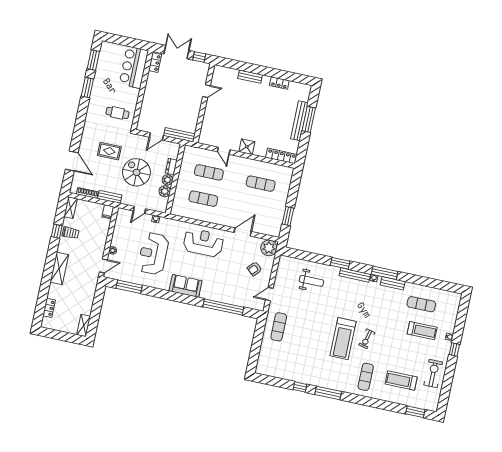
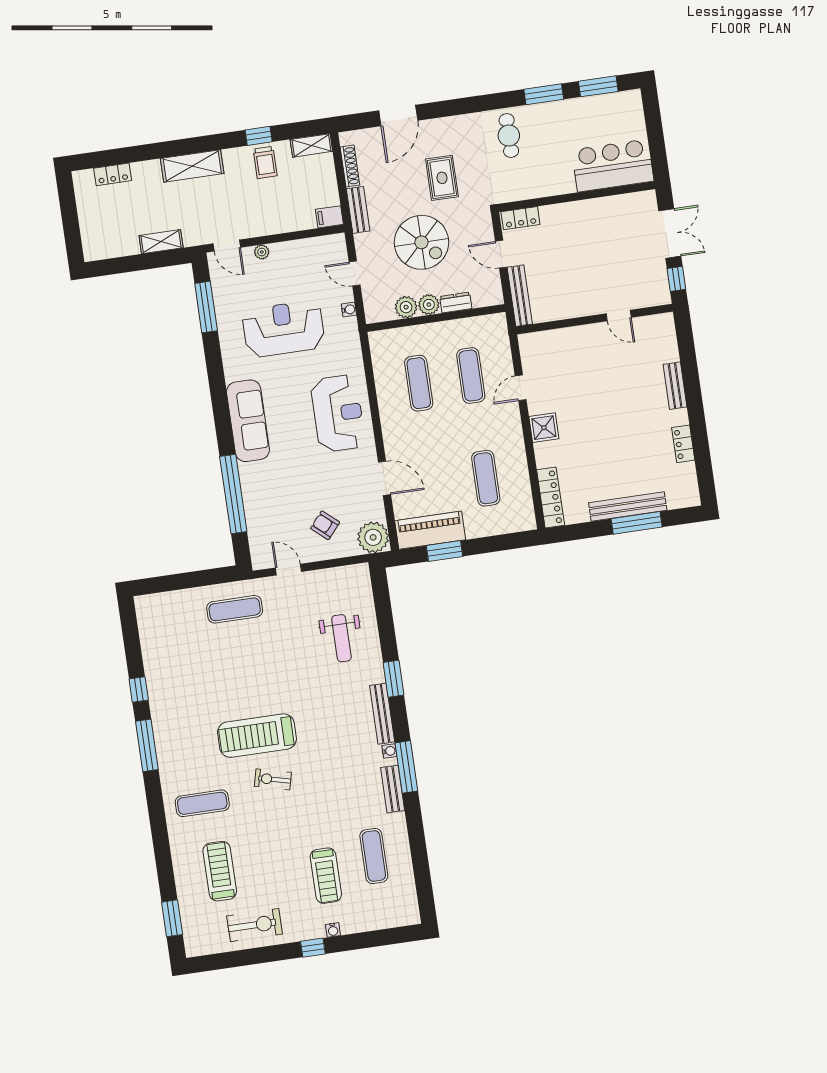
locker: (155, 63) -> (520, 218), moved
cafe table: (117, 113) -> (509, 135), moved
spiral stairs: (136, 172) -> (421, 242), turned 90
piano: (276, 219) -> (430, 530), added
sofa: (186, 286) -> (248, 421), width x1.36
shelving: (84, 326) -> (161, 242), moved

